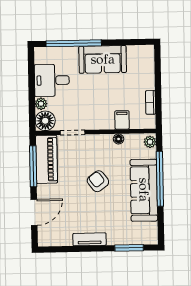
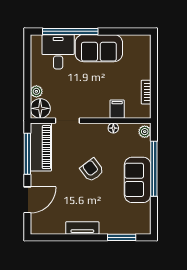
desk: (52, 80) -> (58, 52), moved, turned 90
sofa: (144, 190) -> (138, 180), width x0.73

